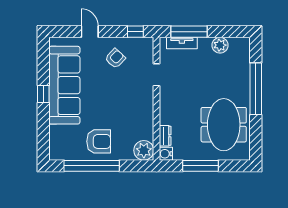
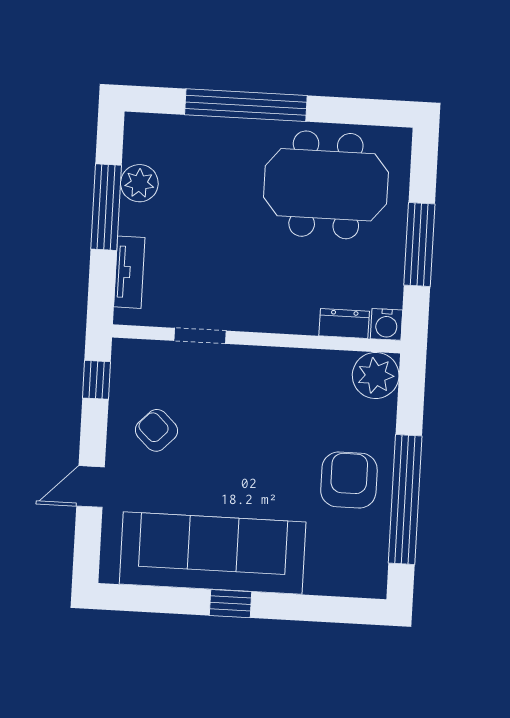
window: (189, 32) -> (106, 207), moved

